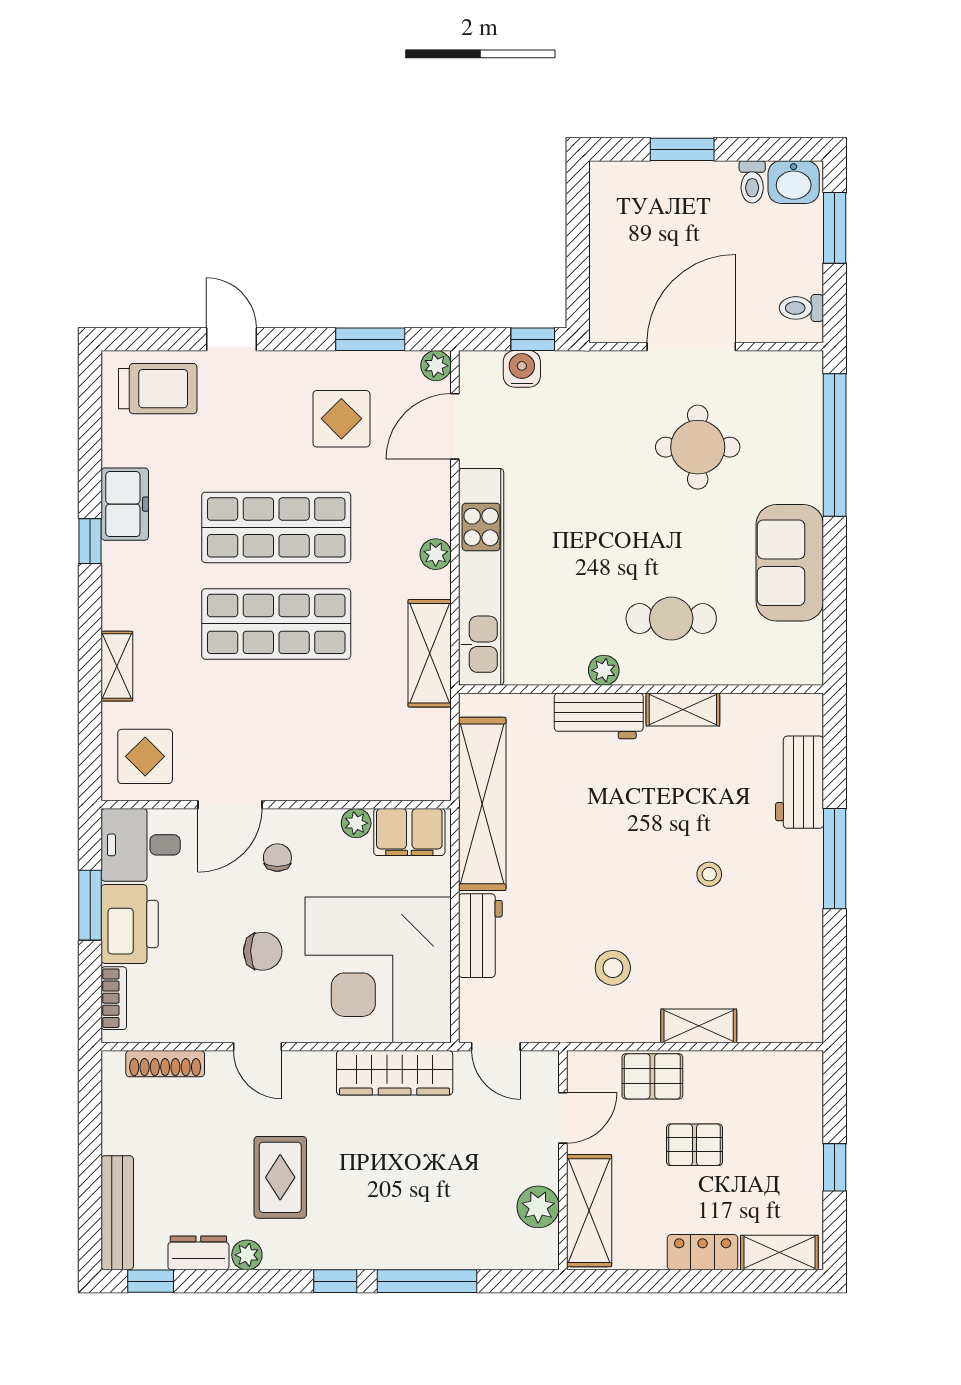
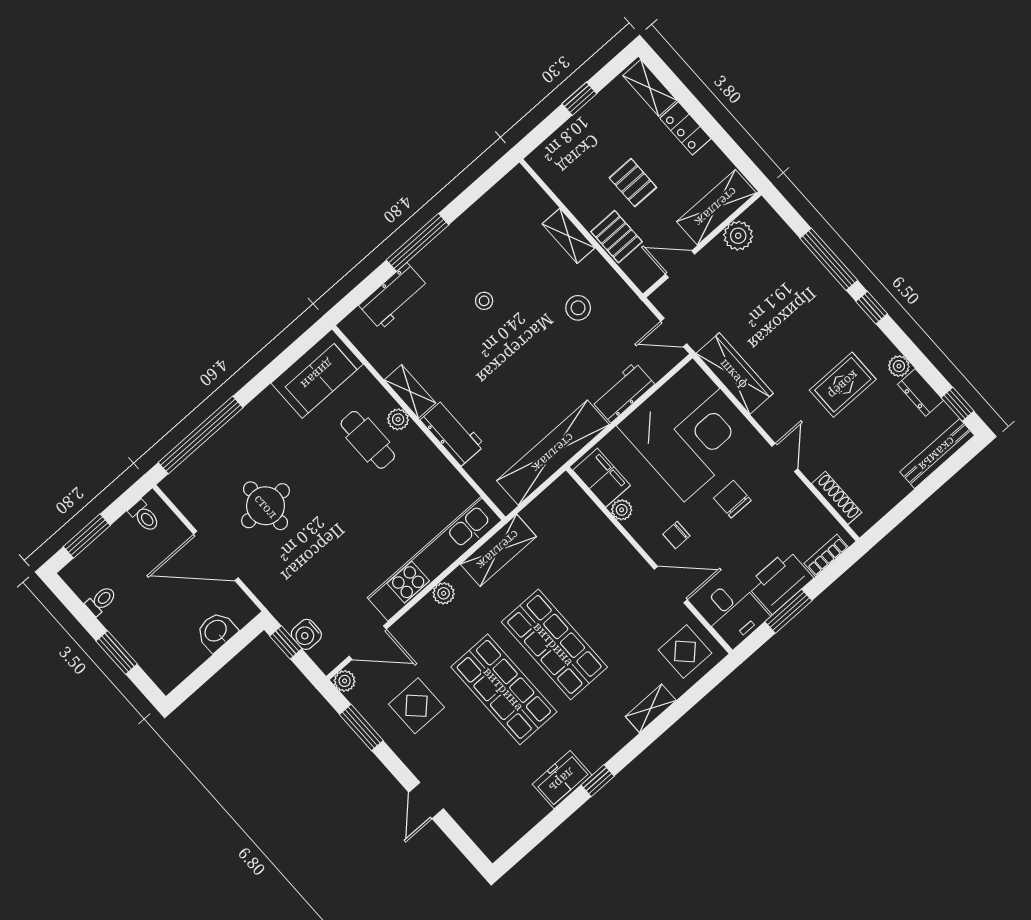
washbasin: (794, 182) -> (216, 631), moved, turned -90
trolley: (158, 389) -> (486, 816), removed
sofa: (790, 563) -> (317, 374), moved
plant: (604, 670) -> (398, 419), moved
door: (496, 1047) -> (674, 332), swing flipped

